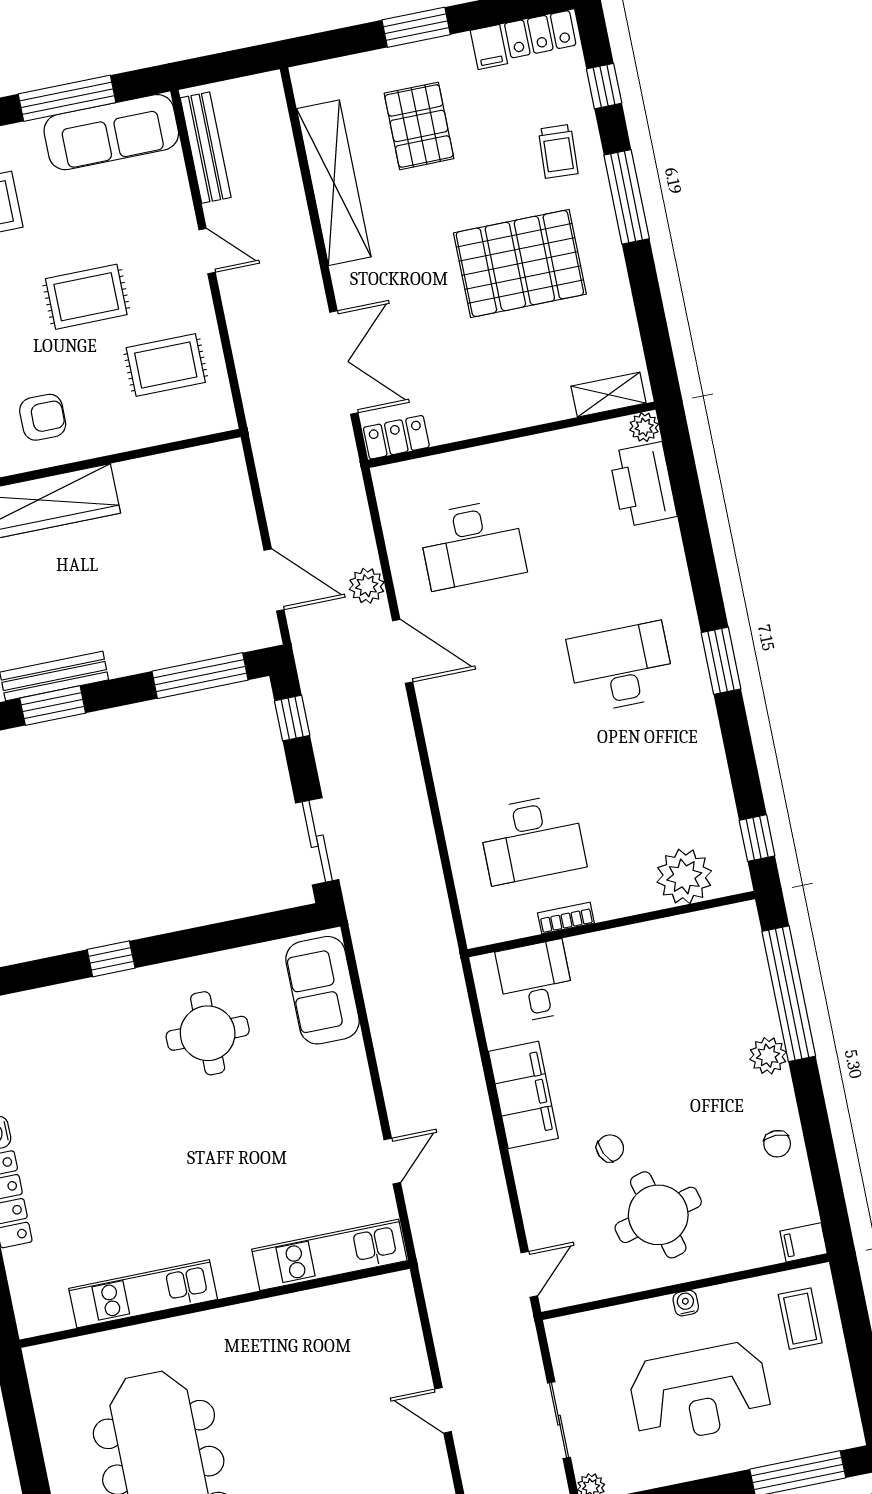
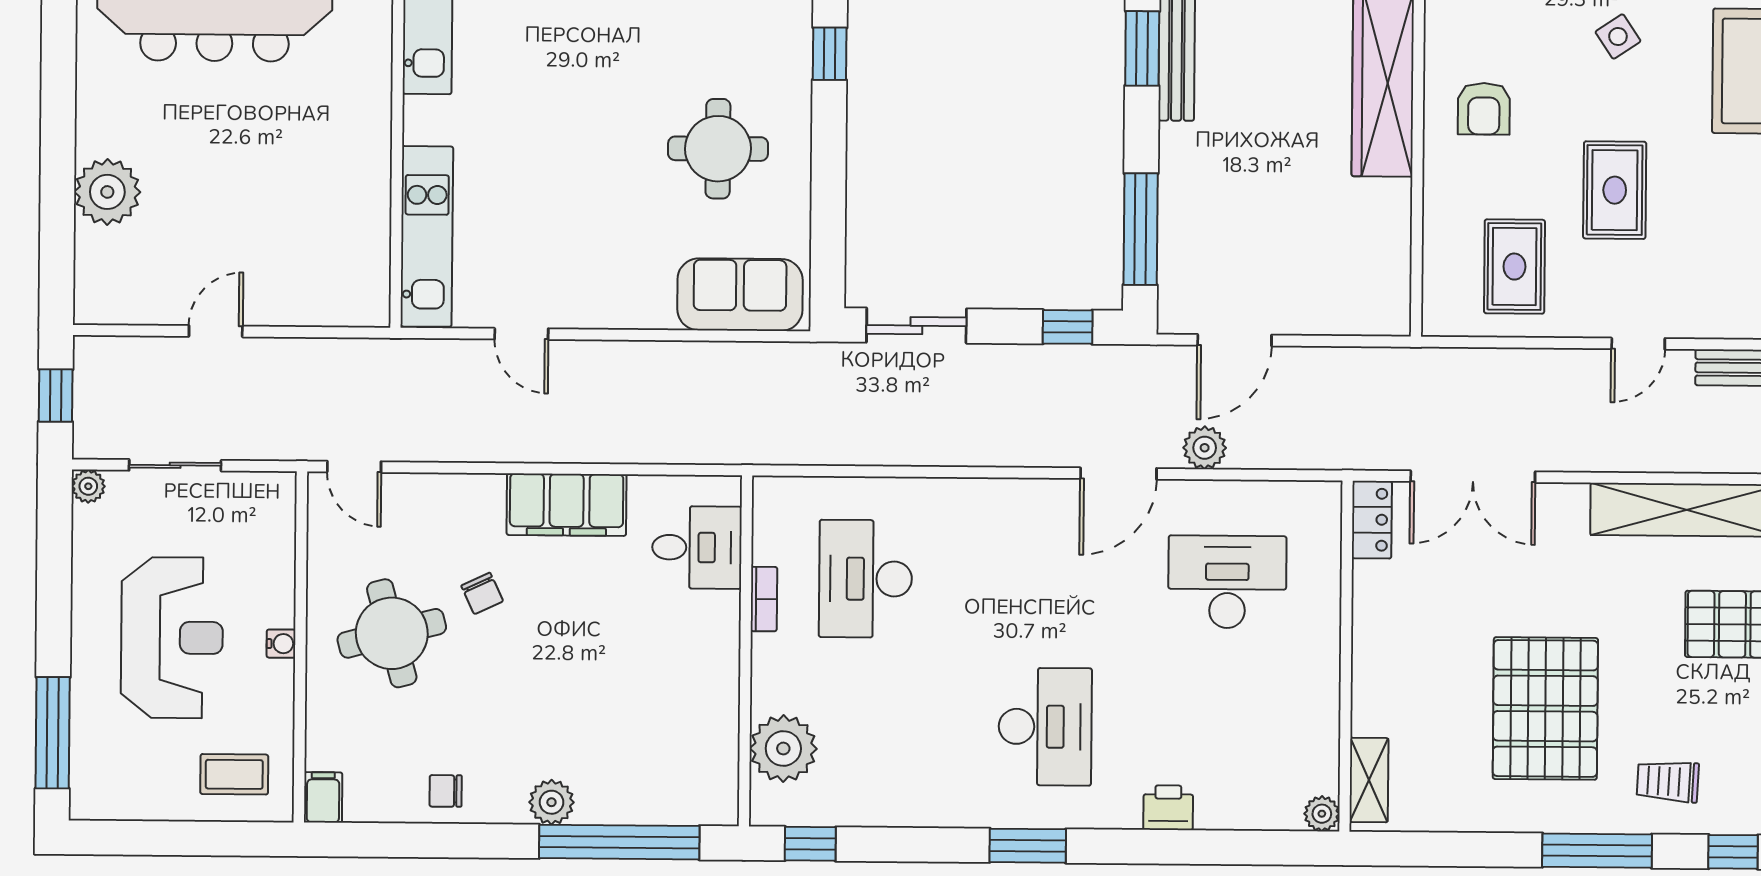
printer: (643, 484) -> (1168, 808), moved, width x0.53, depth x0.68
desk: (472, 544) -> (1227, 582), turned 90
reception desk: (700, 1393) -> (172, 638), turned 180

